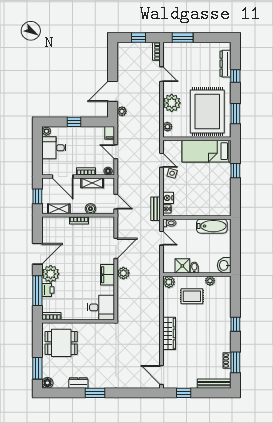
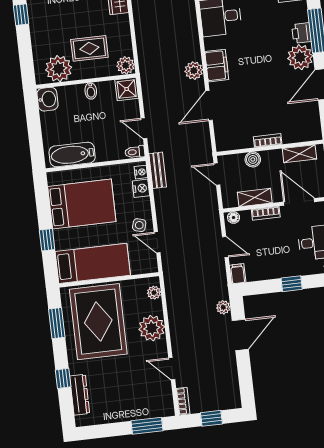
bed: (209, 192) -> (82, 204), added
shower: (182, 266) -> (127, 89), moved
plant: (210, 281) -> (59, 69), width x1.88, depth x1.88

